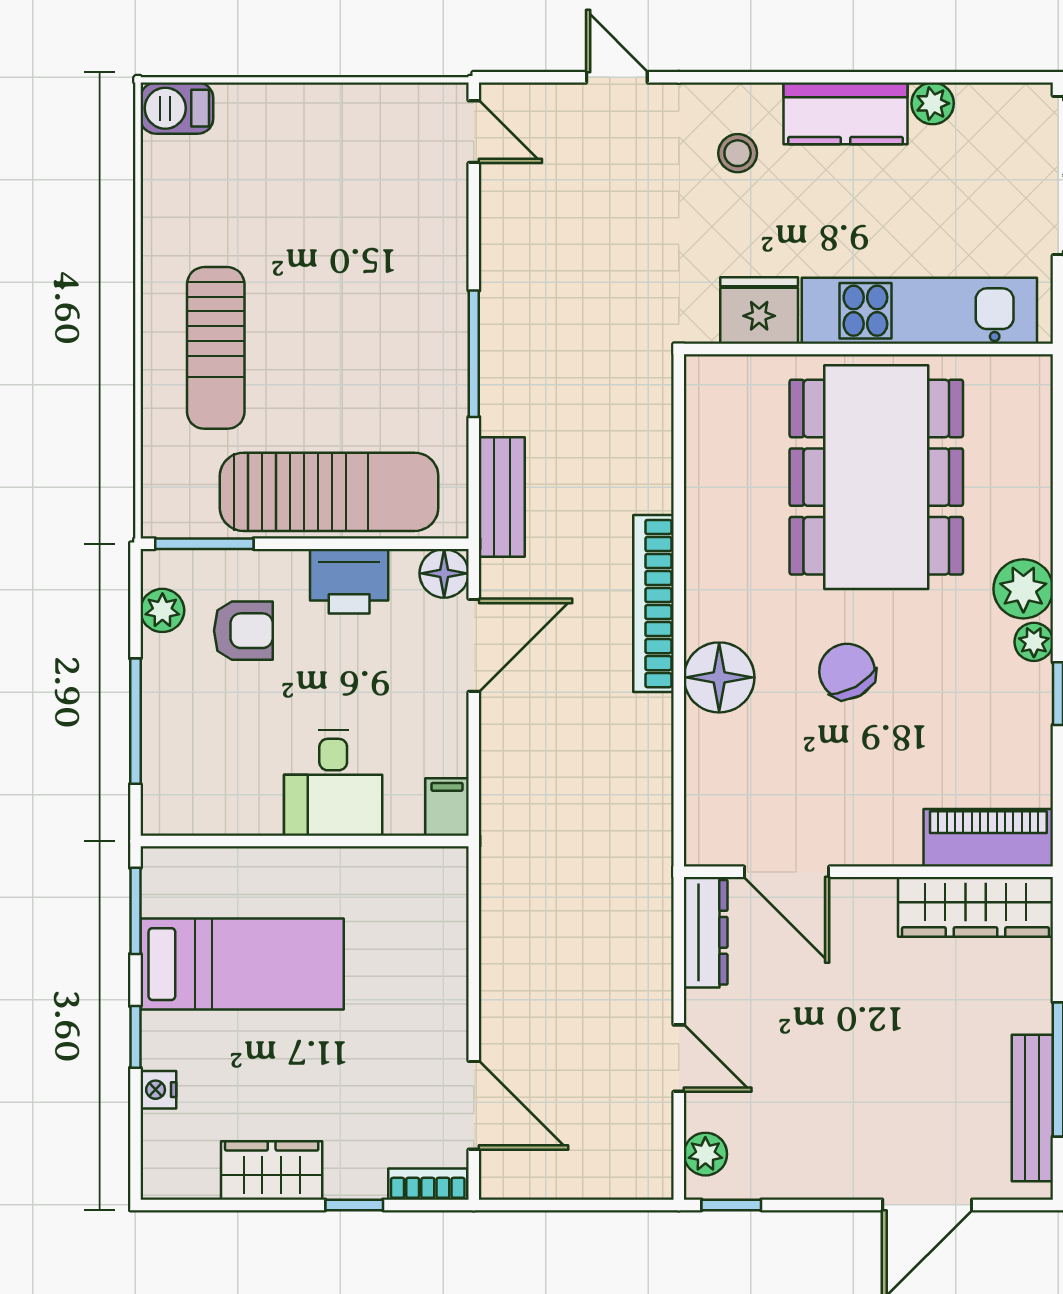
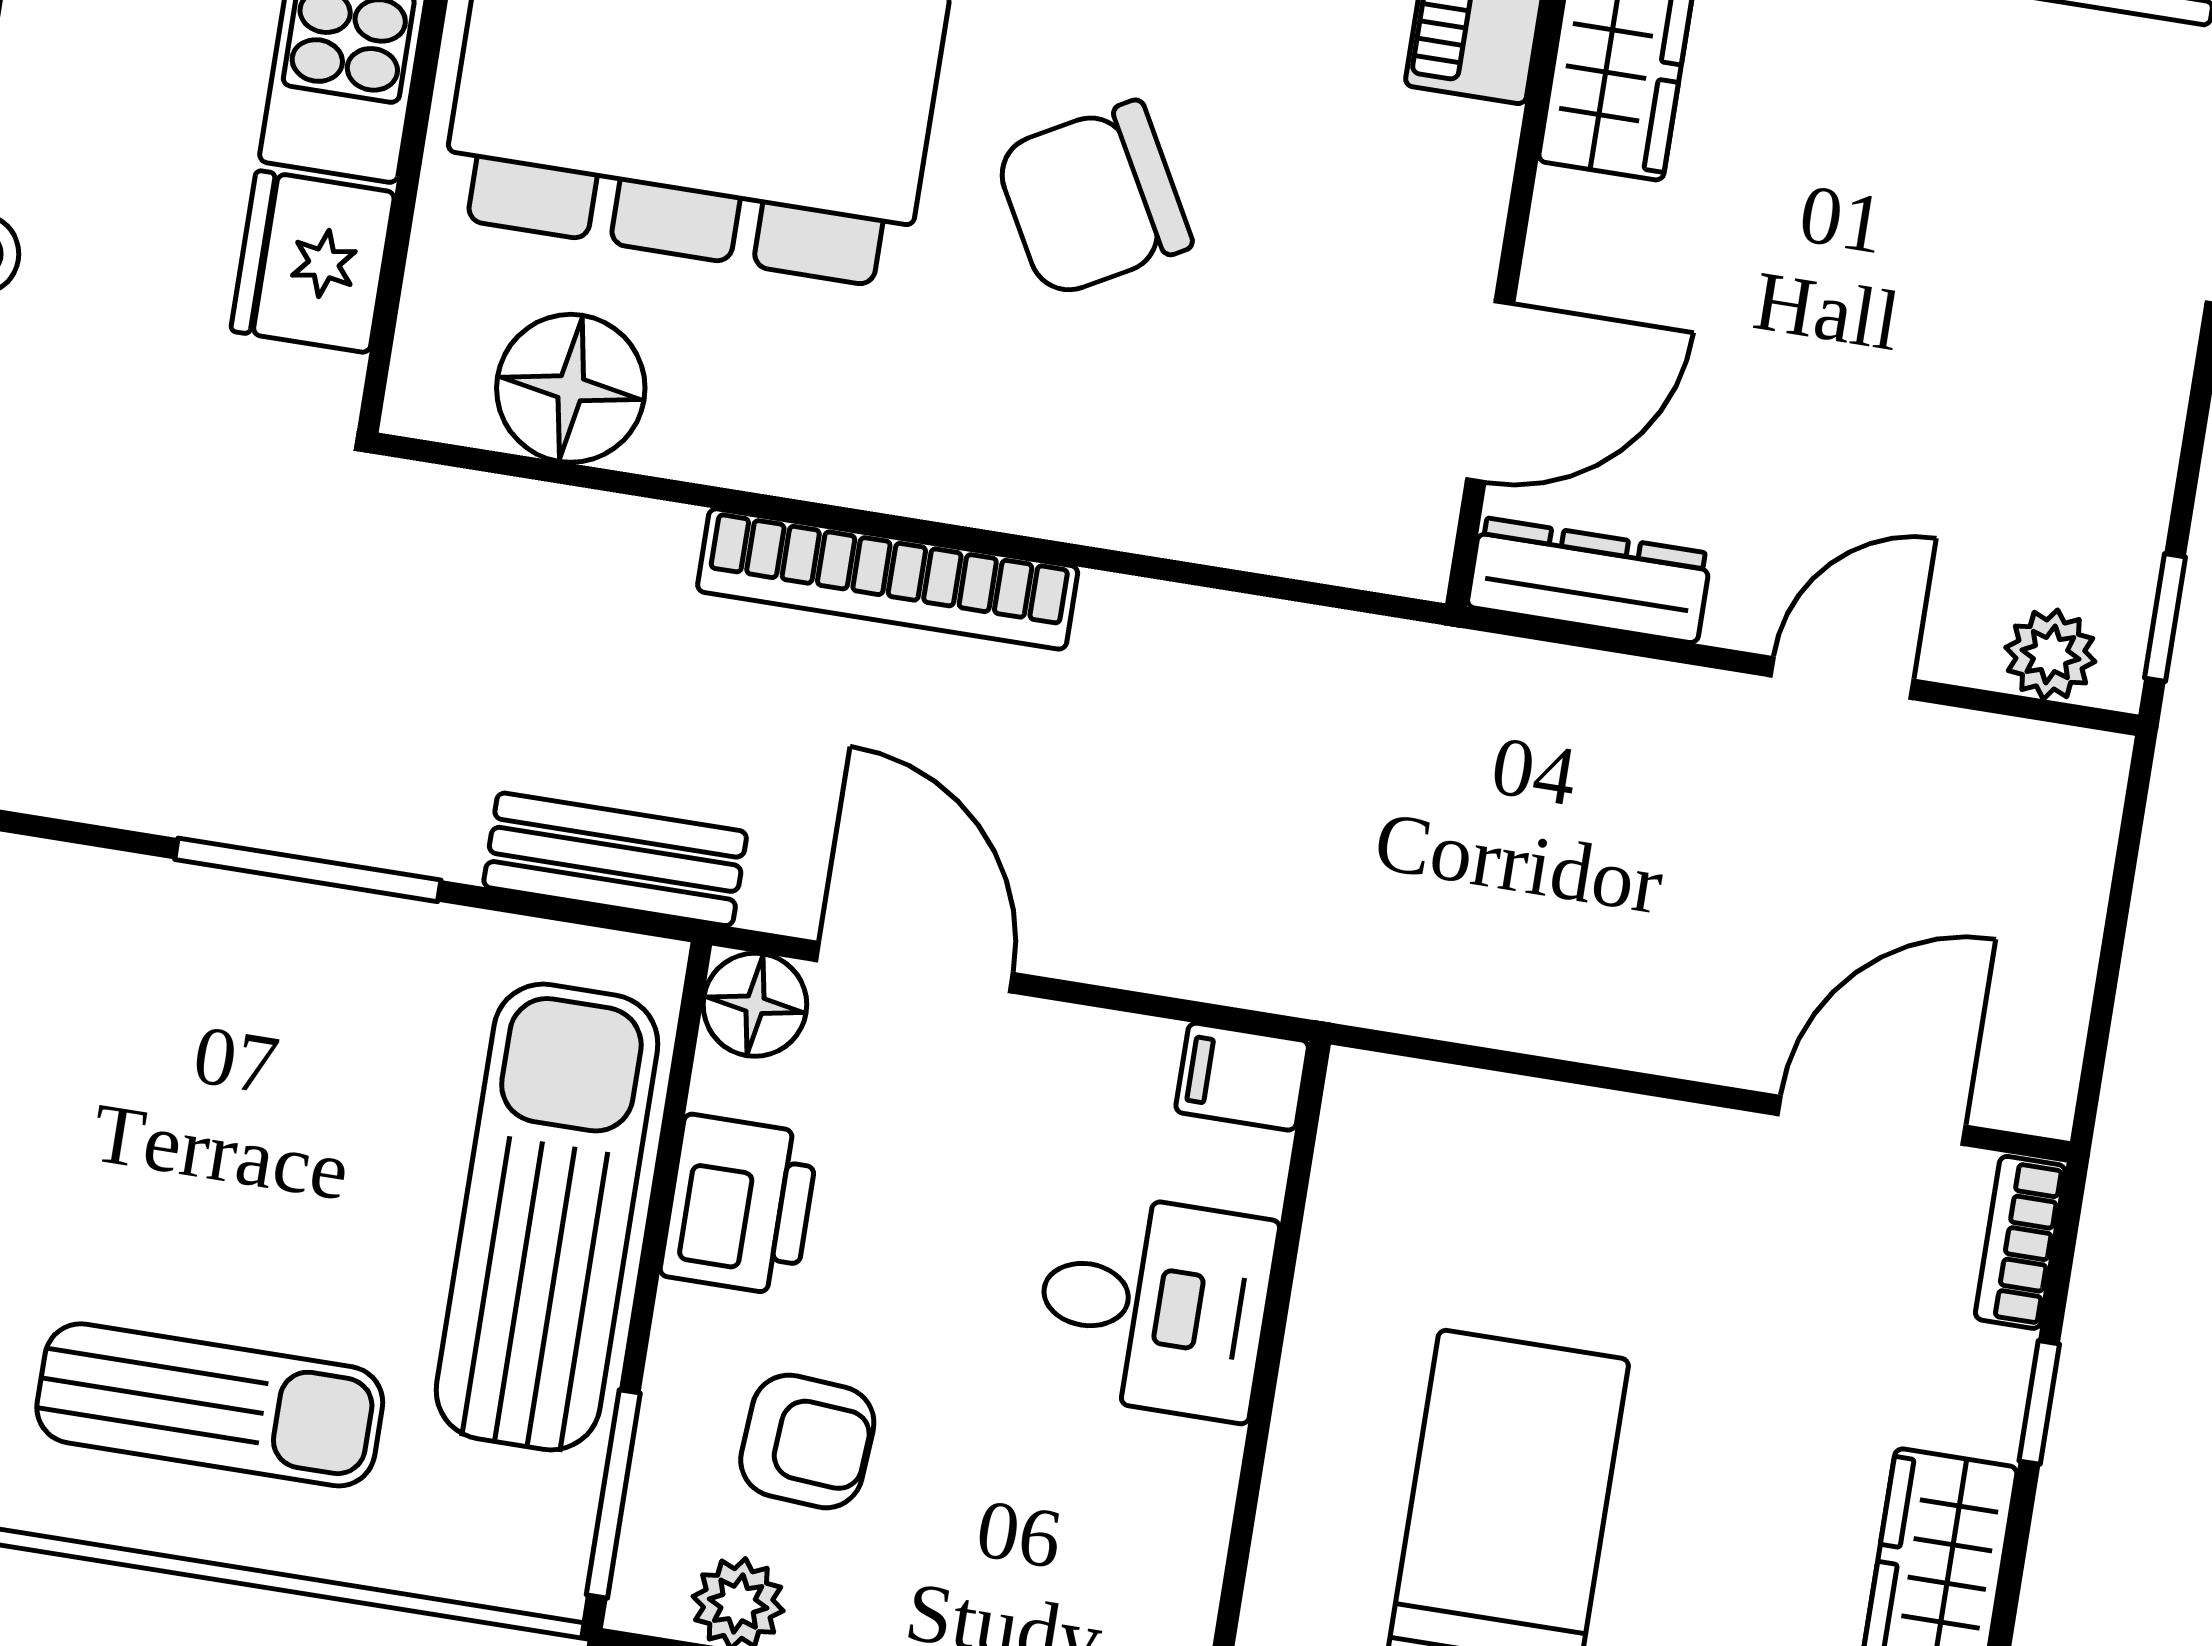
armchair: (243, 631) -> (807, 1441), turned 94
chair: (847, 671) -> (1093, 199), width x1.37, depth x1.37
floor lamp: (719, 677) -> (571, 388), moved

